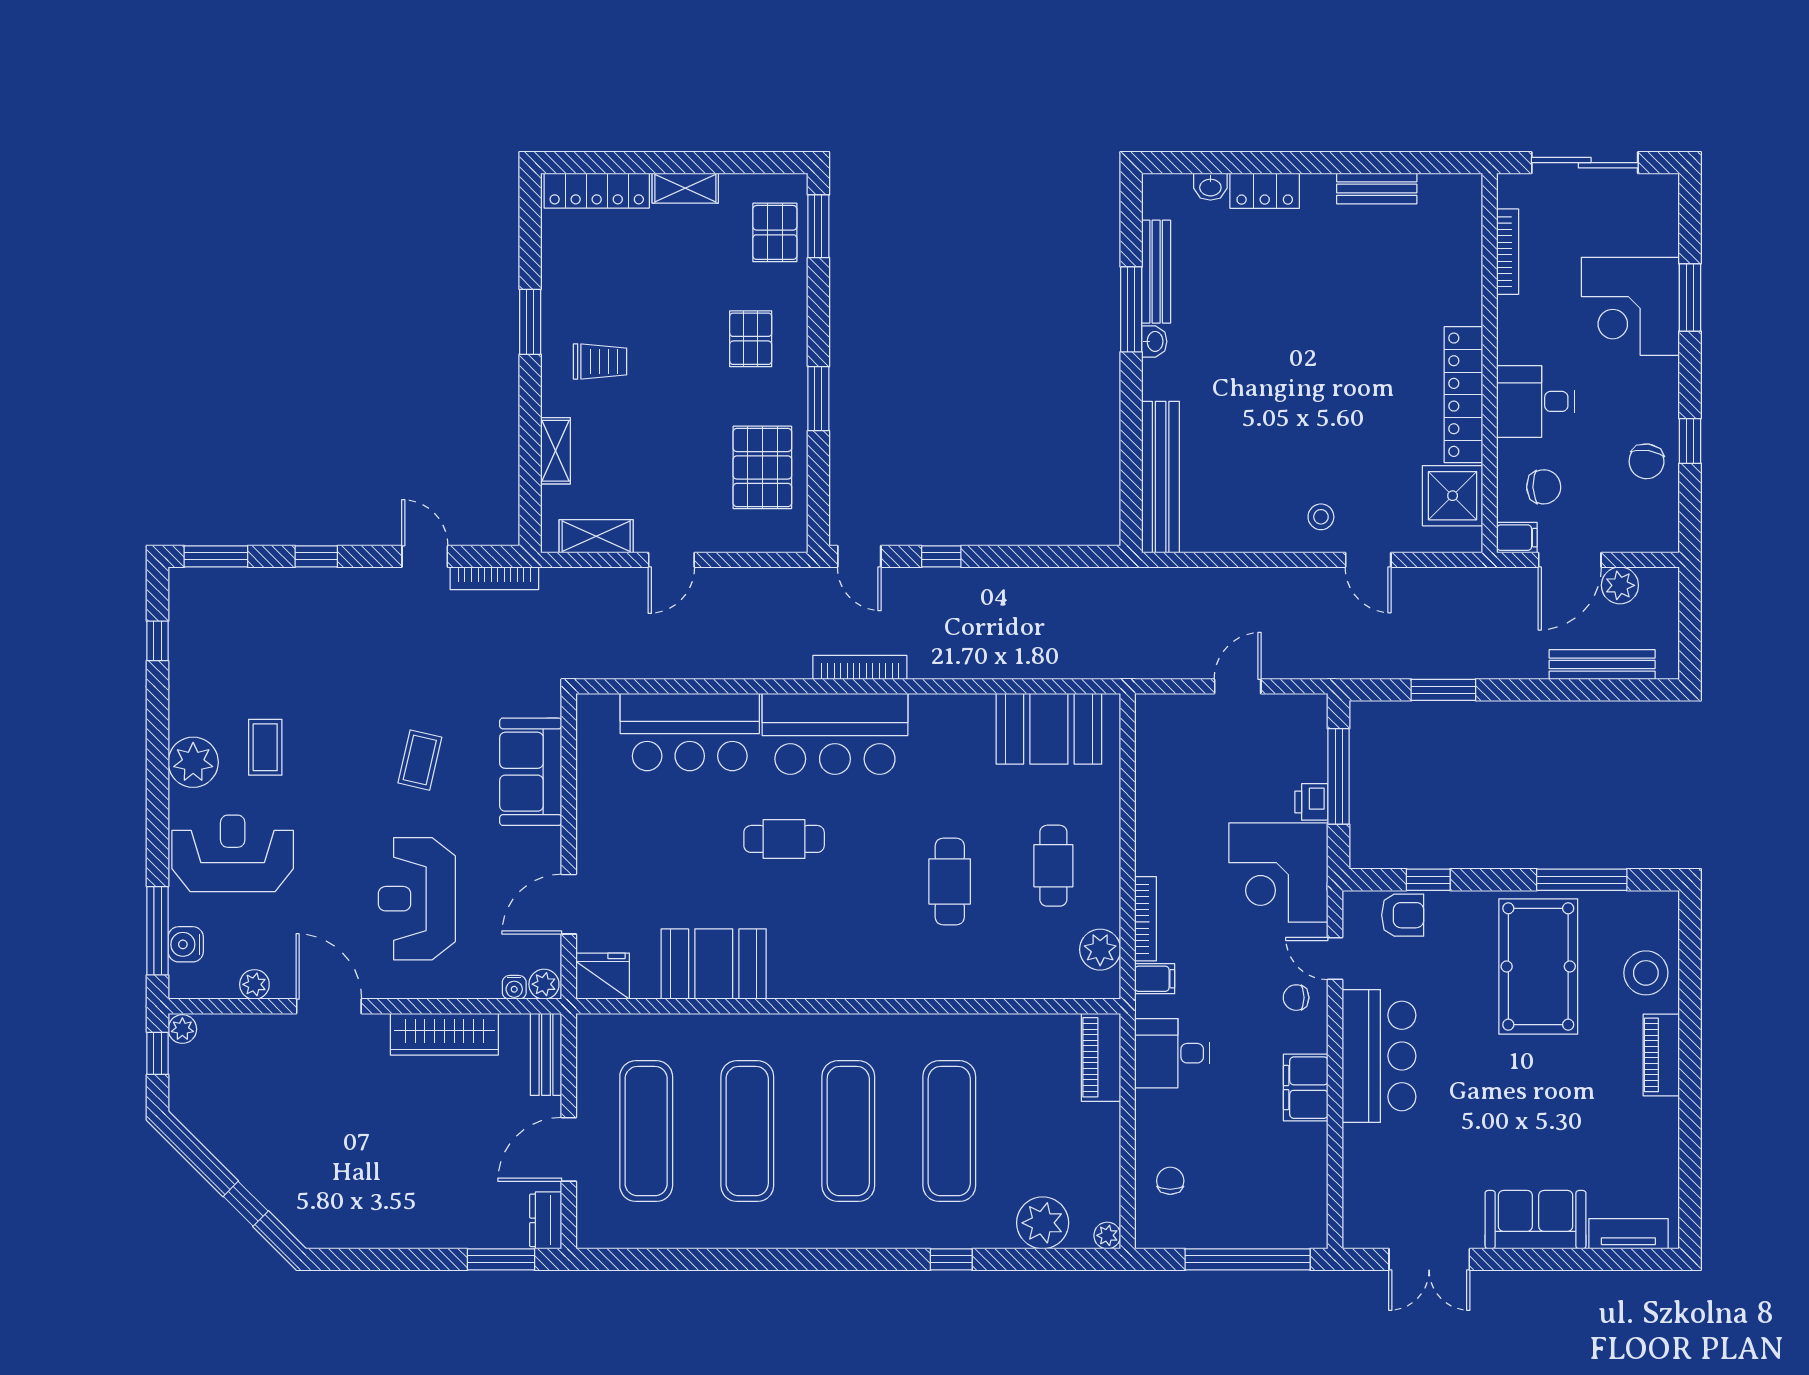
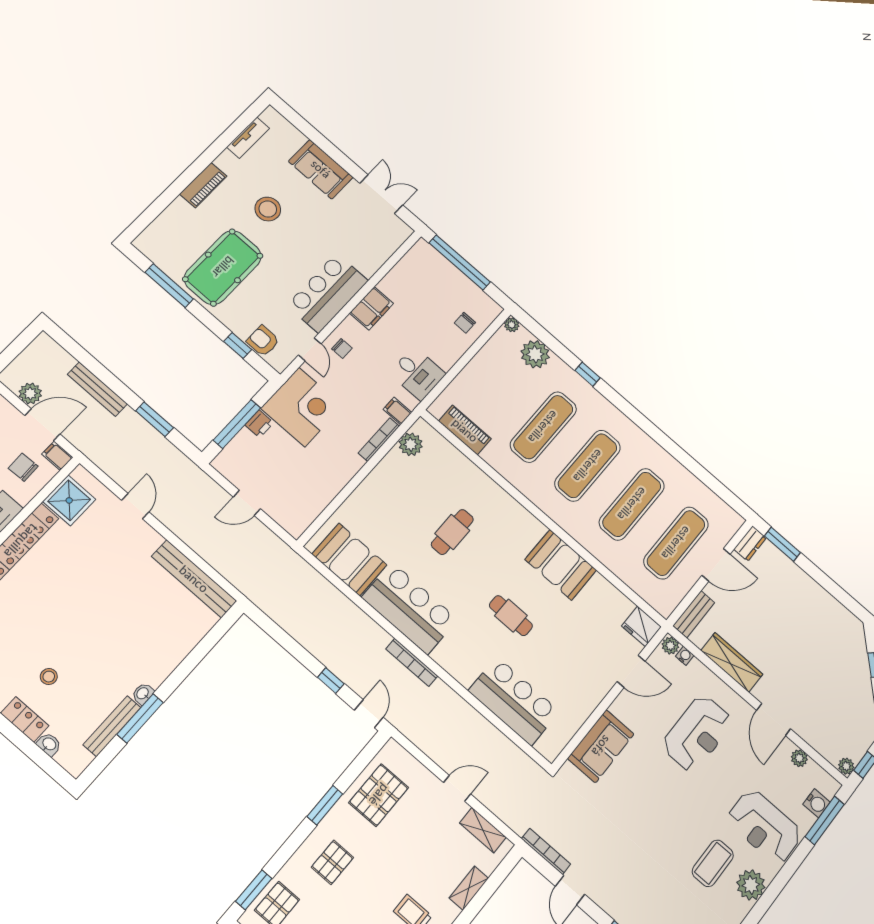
bench: (1161, 477) -> (194, 579), moved, turned 90
stool: (1321, 517) -> (49, 677), moved
bench: (1602, 665) -> (97, 389), moved
bar counter: (835, 734) -> (410, 608), moved
coffee table: (265, 747) -> (713, 863), width x1.36, depth x1.30
coffee table: (420, 760) -> (647, 796), removed
cafe table: (1053, 866) -> (400, 498), removed
booth: (714, 964) -> (561, 565), moved
stool: (1646, 973) -> (268, 209), moved
piano: (1101, 1057) -> (465, 430), moved, turned -90
tv unit: (1628, 1234) -> (248, 138), moved, turned -90

